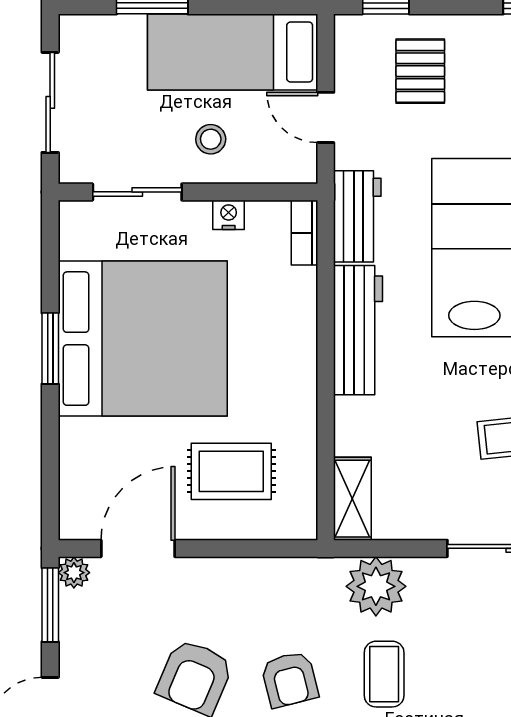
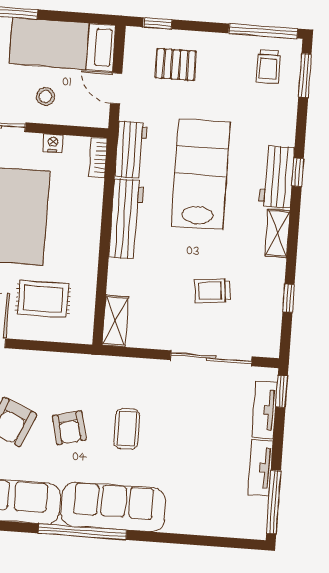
pallet: (420, 71) -> (176, 64), turned 90
plant: (376, 586) -> (126, 375), removed

